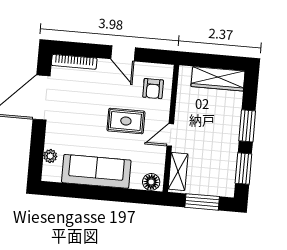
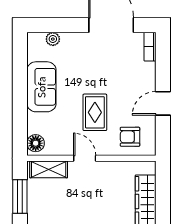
bookcase: (74, 62) -> (150, 47), width x0.64
sofa: (96, 171) -> (41, 87), width x0.73

